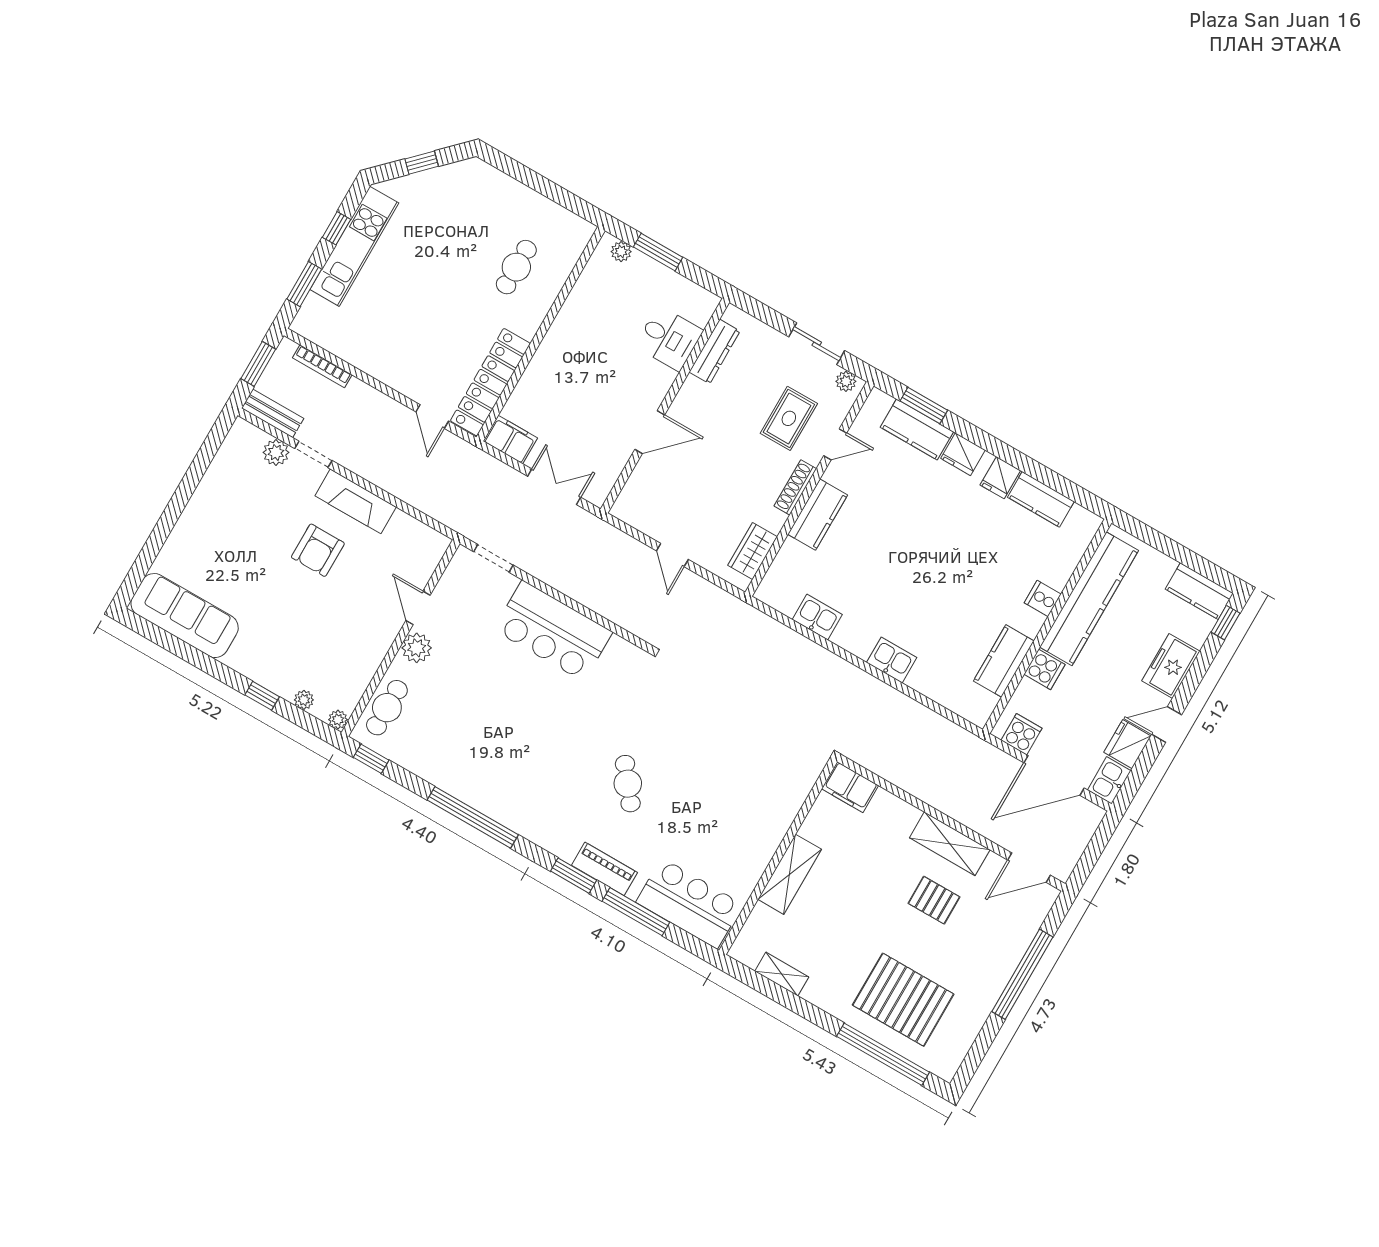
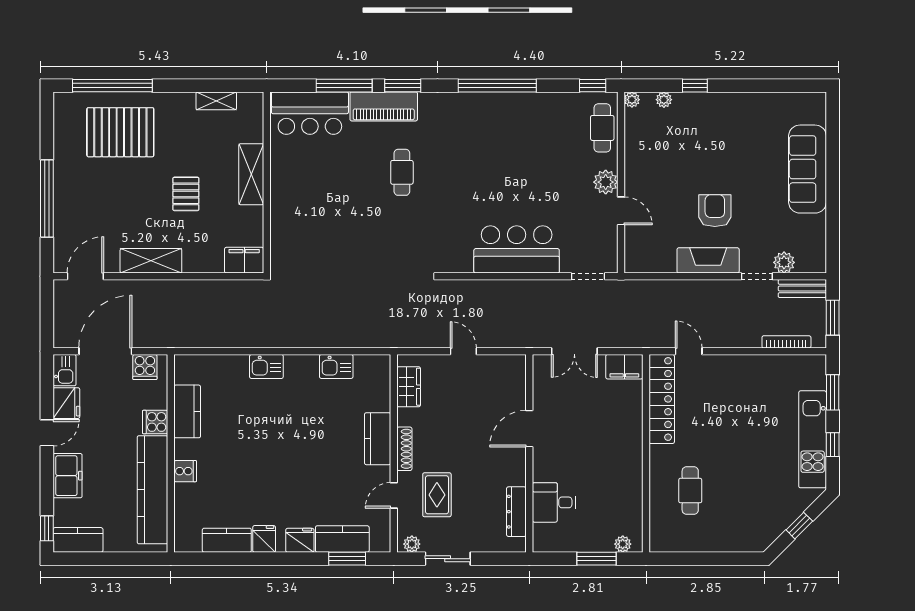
sofa: (185, 616) -> (807, 169), moved, turned 90
cafe table: (628, 784) -> (402, 172), turned 38
piano: (604, 869) -> (384, 106), width x1.37, depth x1.33
pallet: (934, 900) -> (186, 194), moved, turned 90

